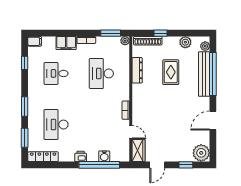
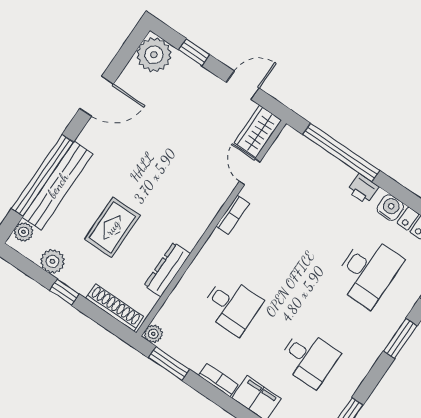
window: (161, 33) -> (64, 292), moved
desk: (101, 73) -> (232, 306), width x0.73
water cooler: (104, 156) -> (390, 208), moved

